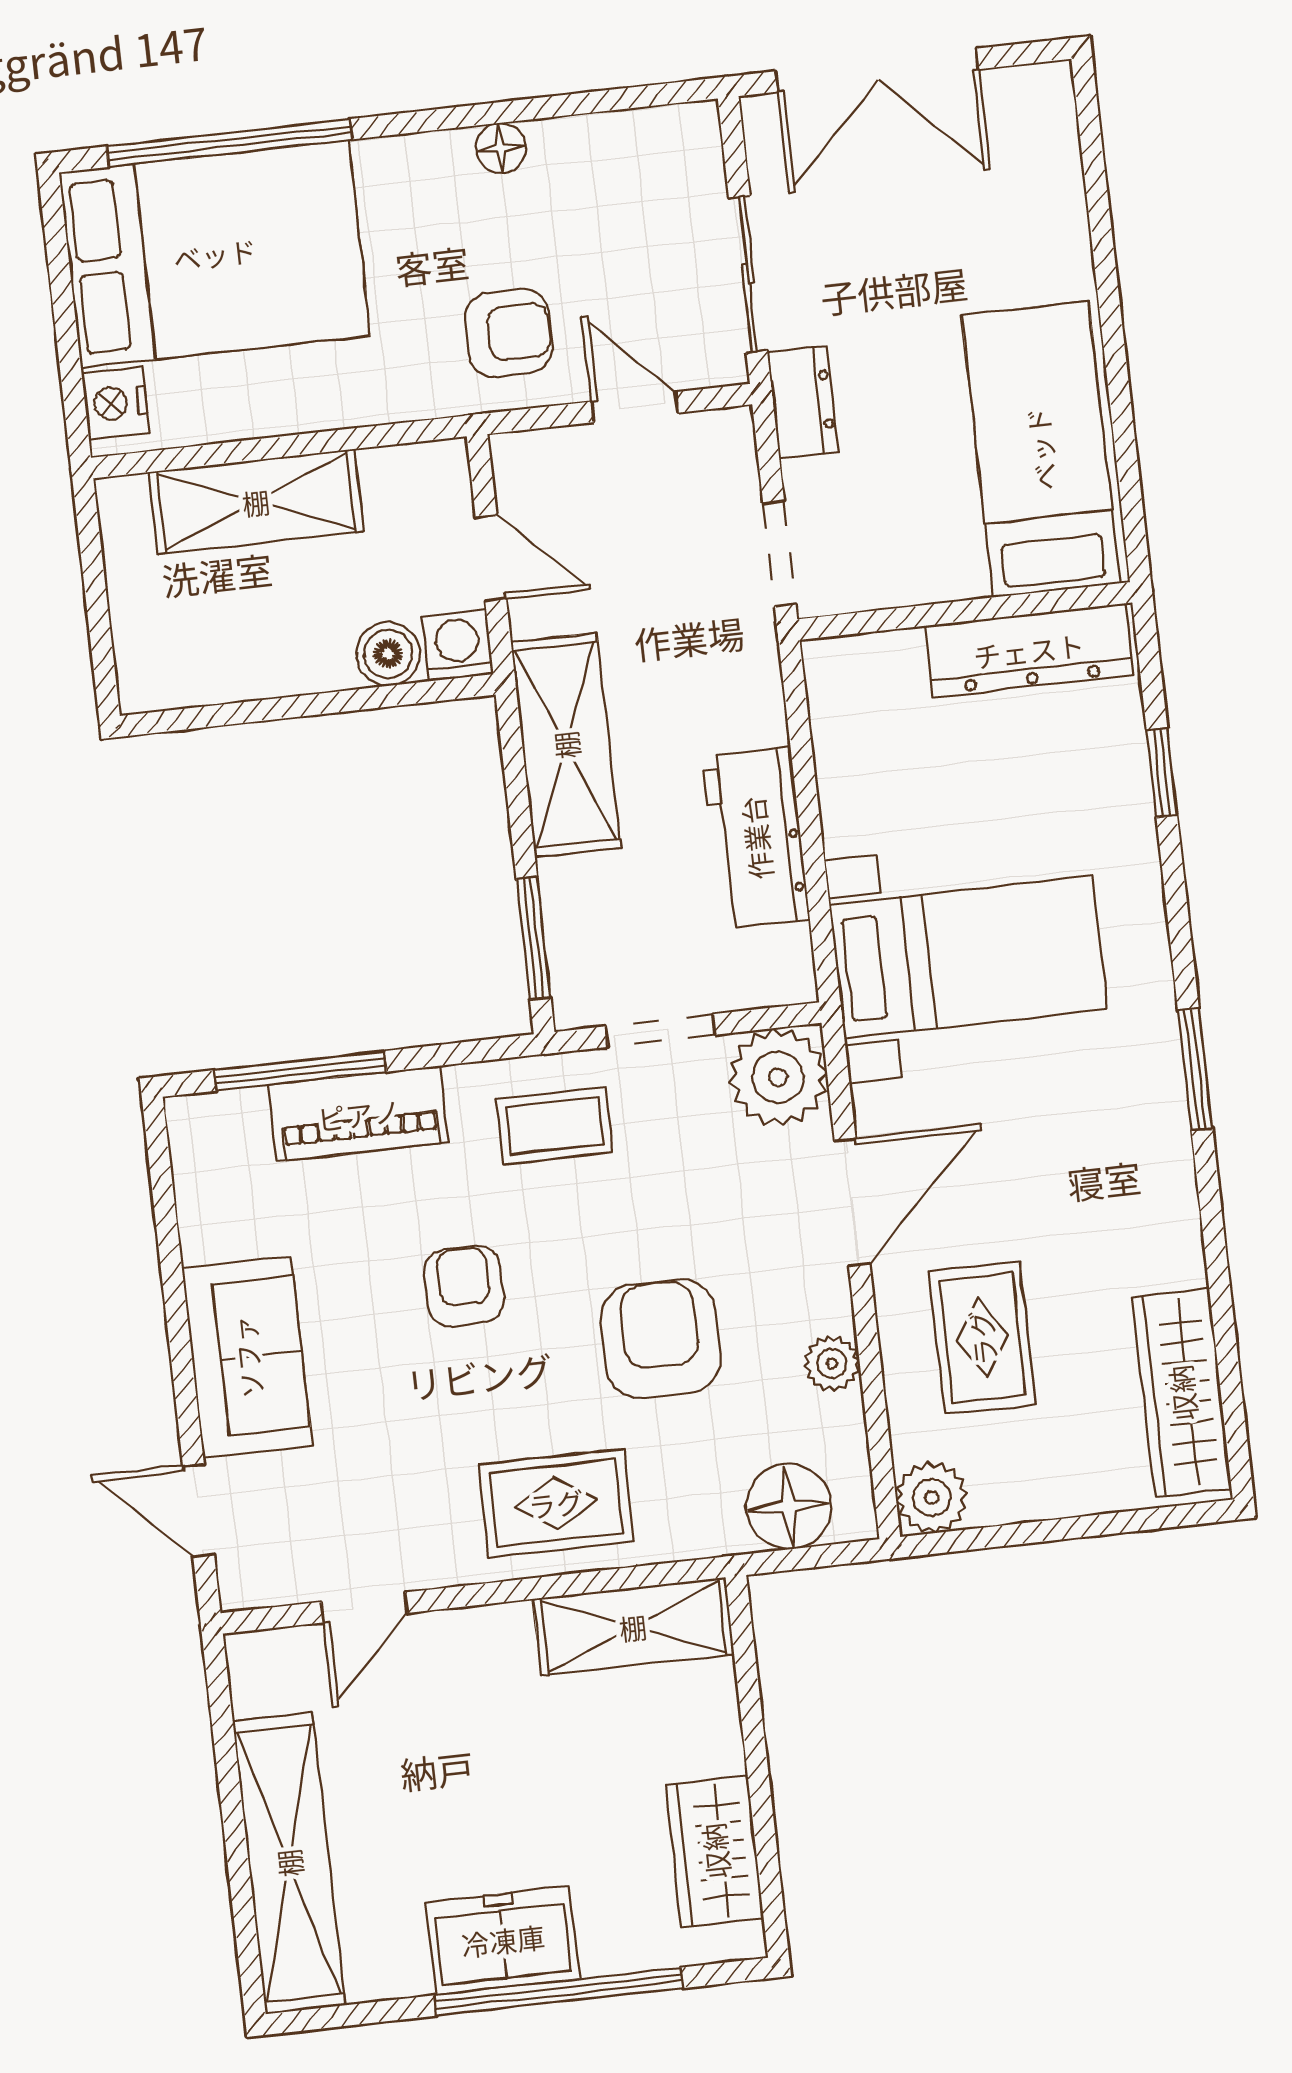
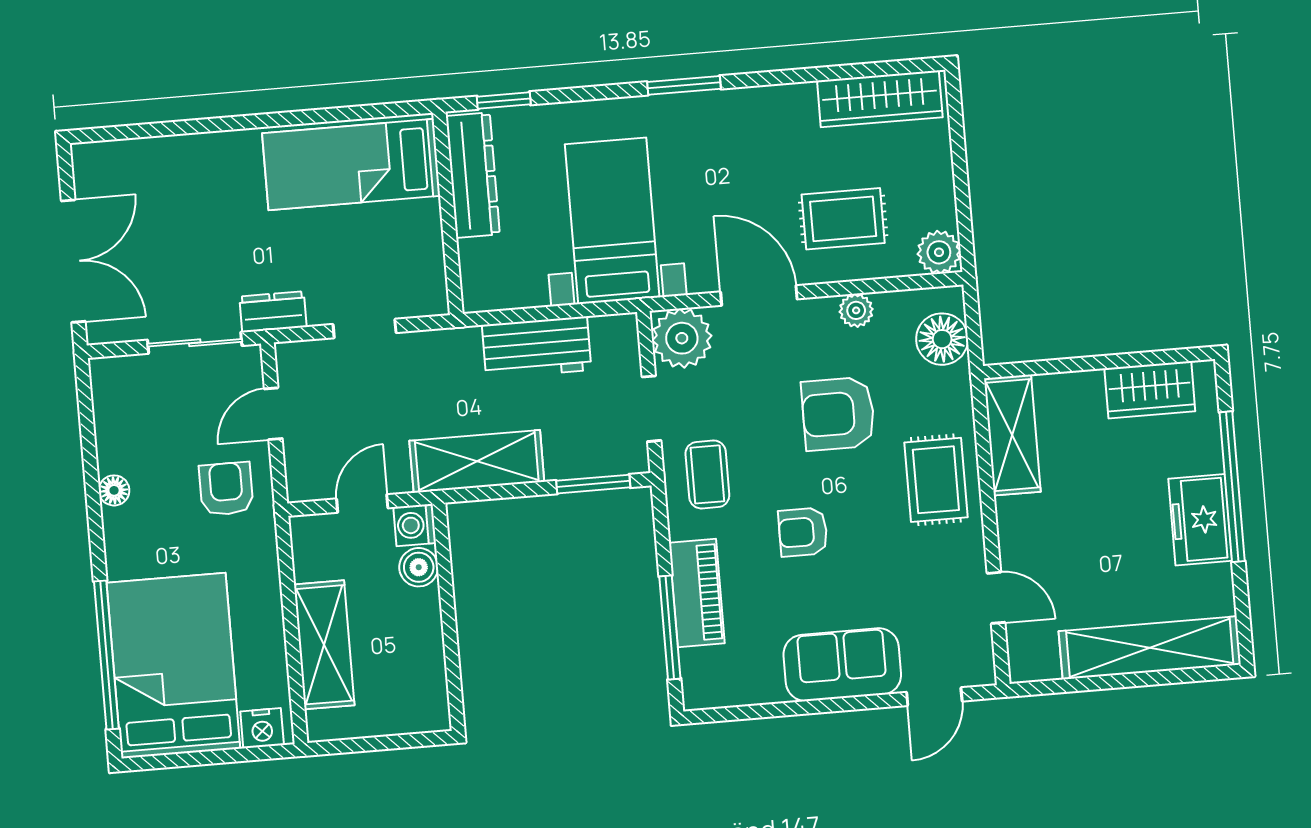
bed: (1041, 449) -> (351, 165), moved
wall: (965, 611) -> (448, 213), moved
dresser: (1029, 650) -> (473, 175), moved

